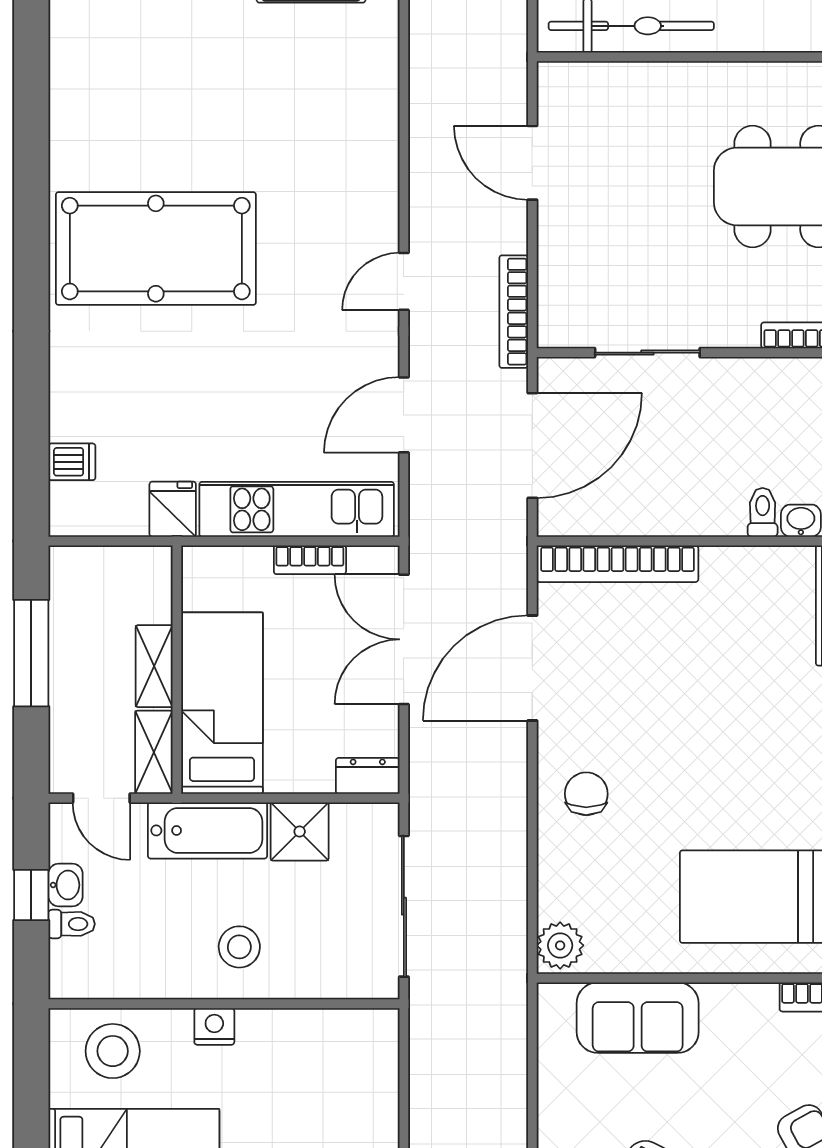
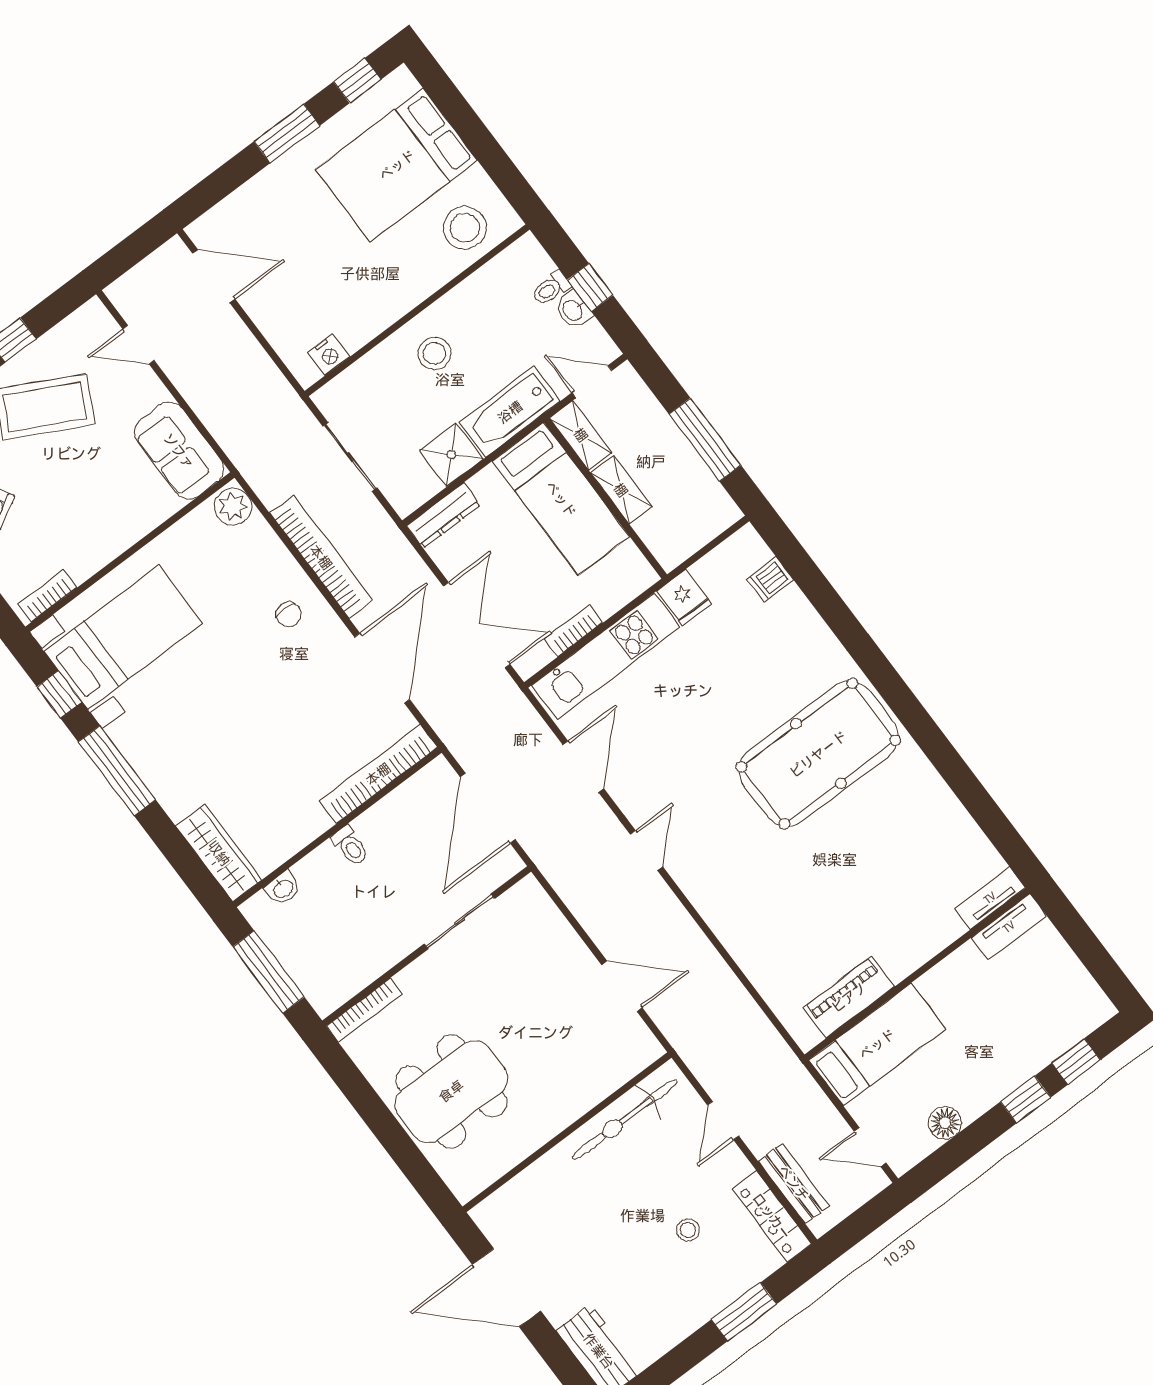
bookcase: (514, 312) -> (321, 557), moved, width x1.48, depth x1.31
toilet: (763, 512) -> (350, 846), moved
dresser: (368, 776) -> (443, 515), width x1.44
chair: (586, 794) -> (289, 614), width x0.73, depth x0.73
sliding door: (404, 906) -> (350, 457), width x0.73
sofa: (638, 1018) -> (179, 451), moved, turned -90
nightstand: (214, 1026) -> (329, 355), moved

